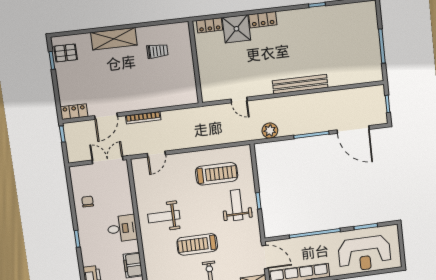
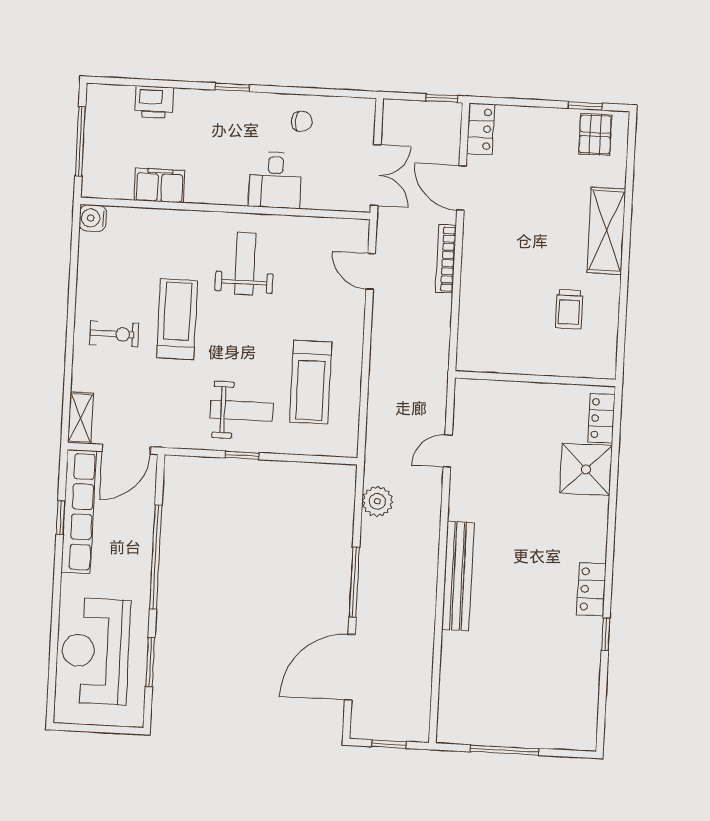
locker: (263, 20) -> (591, 589), moved
desk: (122, 228) -> (275, 180), moved

